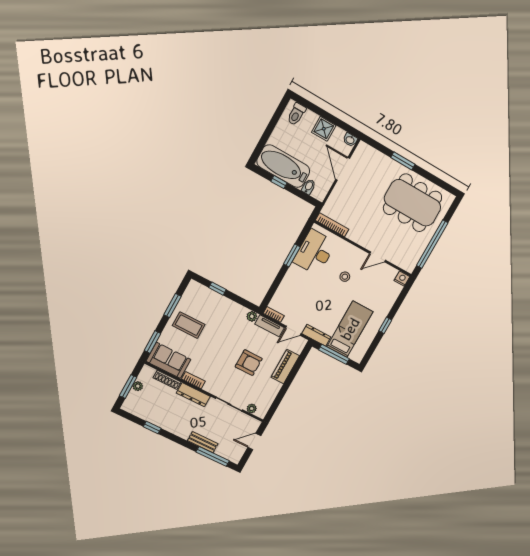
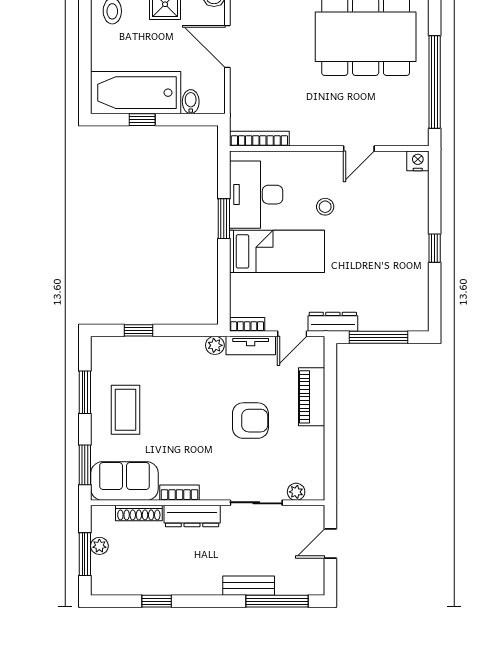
coffee table: (189, 325) -> (126, 410), turned 90
bed: (350, 329) -> (277, 251), moved, turned 90

